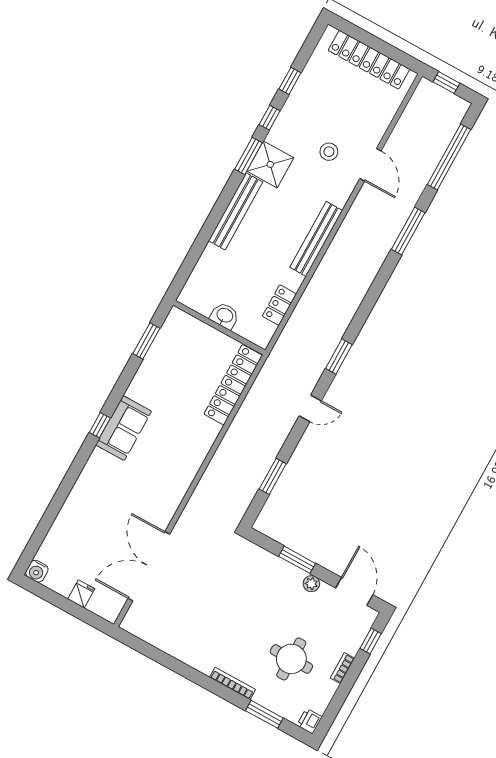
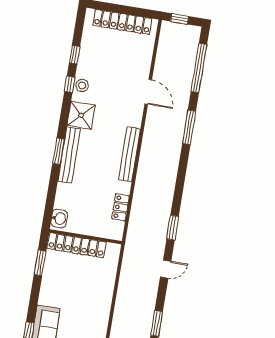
stool: (329, 152) -> (82, 85), moved
window: (248, 156) -> (58, 151), moved
washbasin: (225, 316) -> (59, 218), moved, turned 90
locker: (233, 385) -> (77, 245), moved, turned -90

